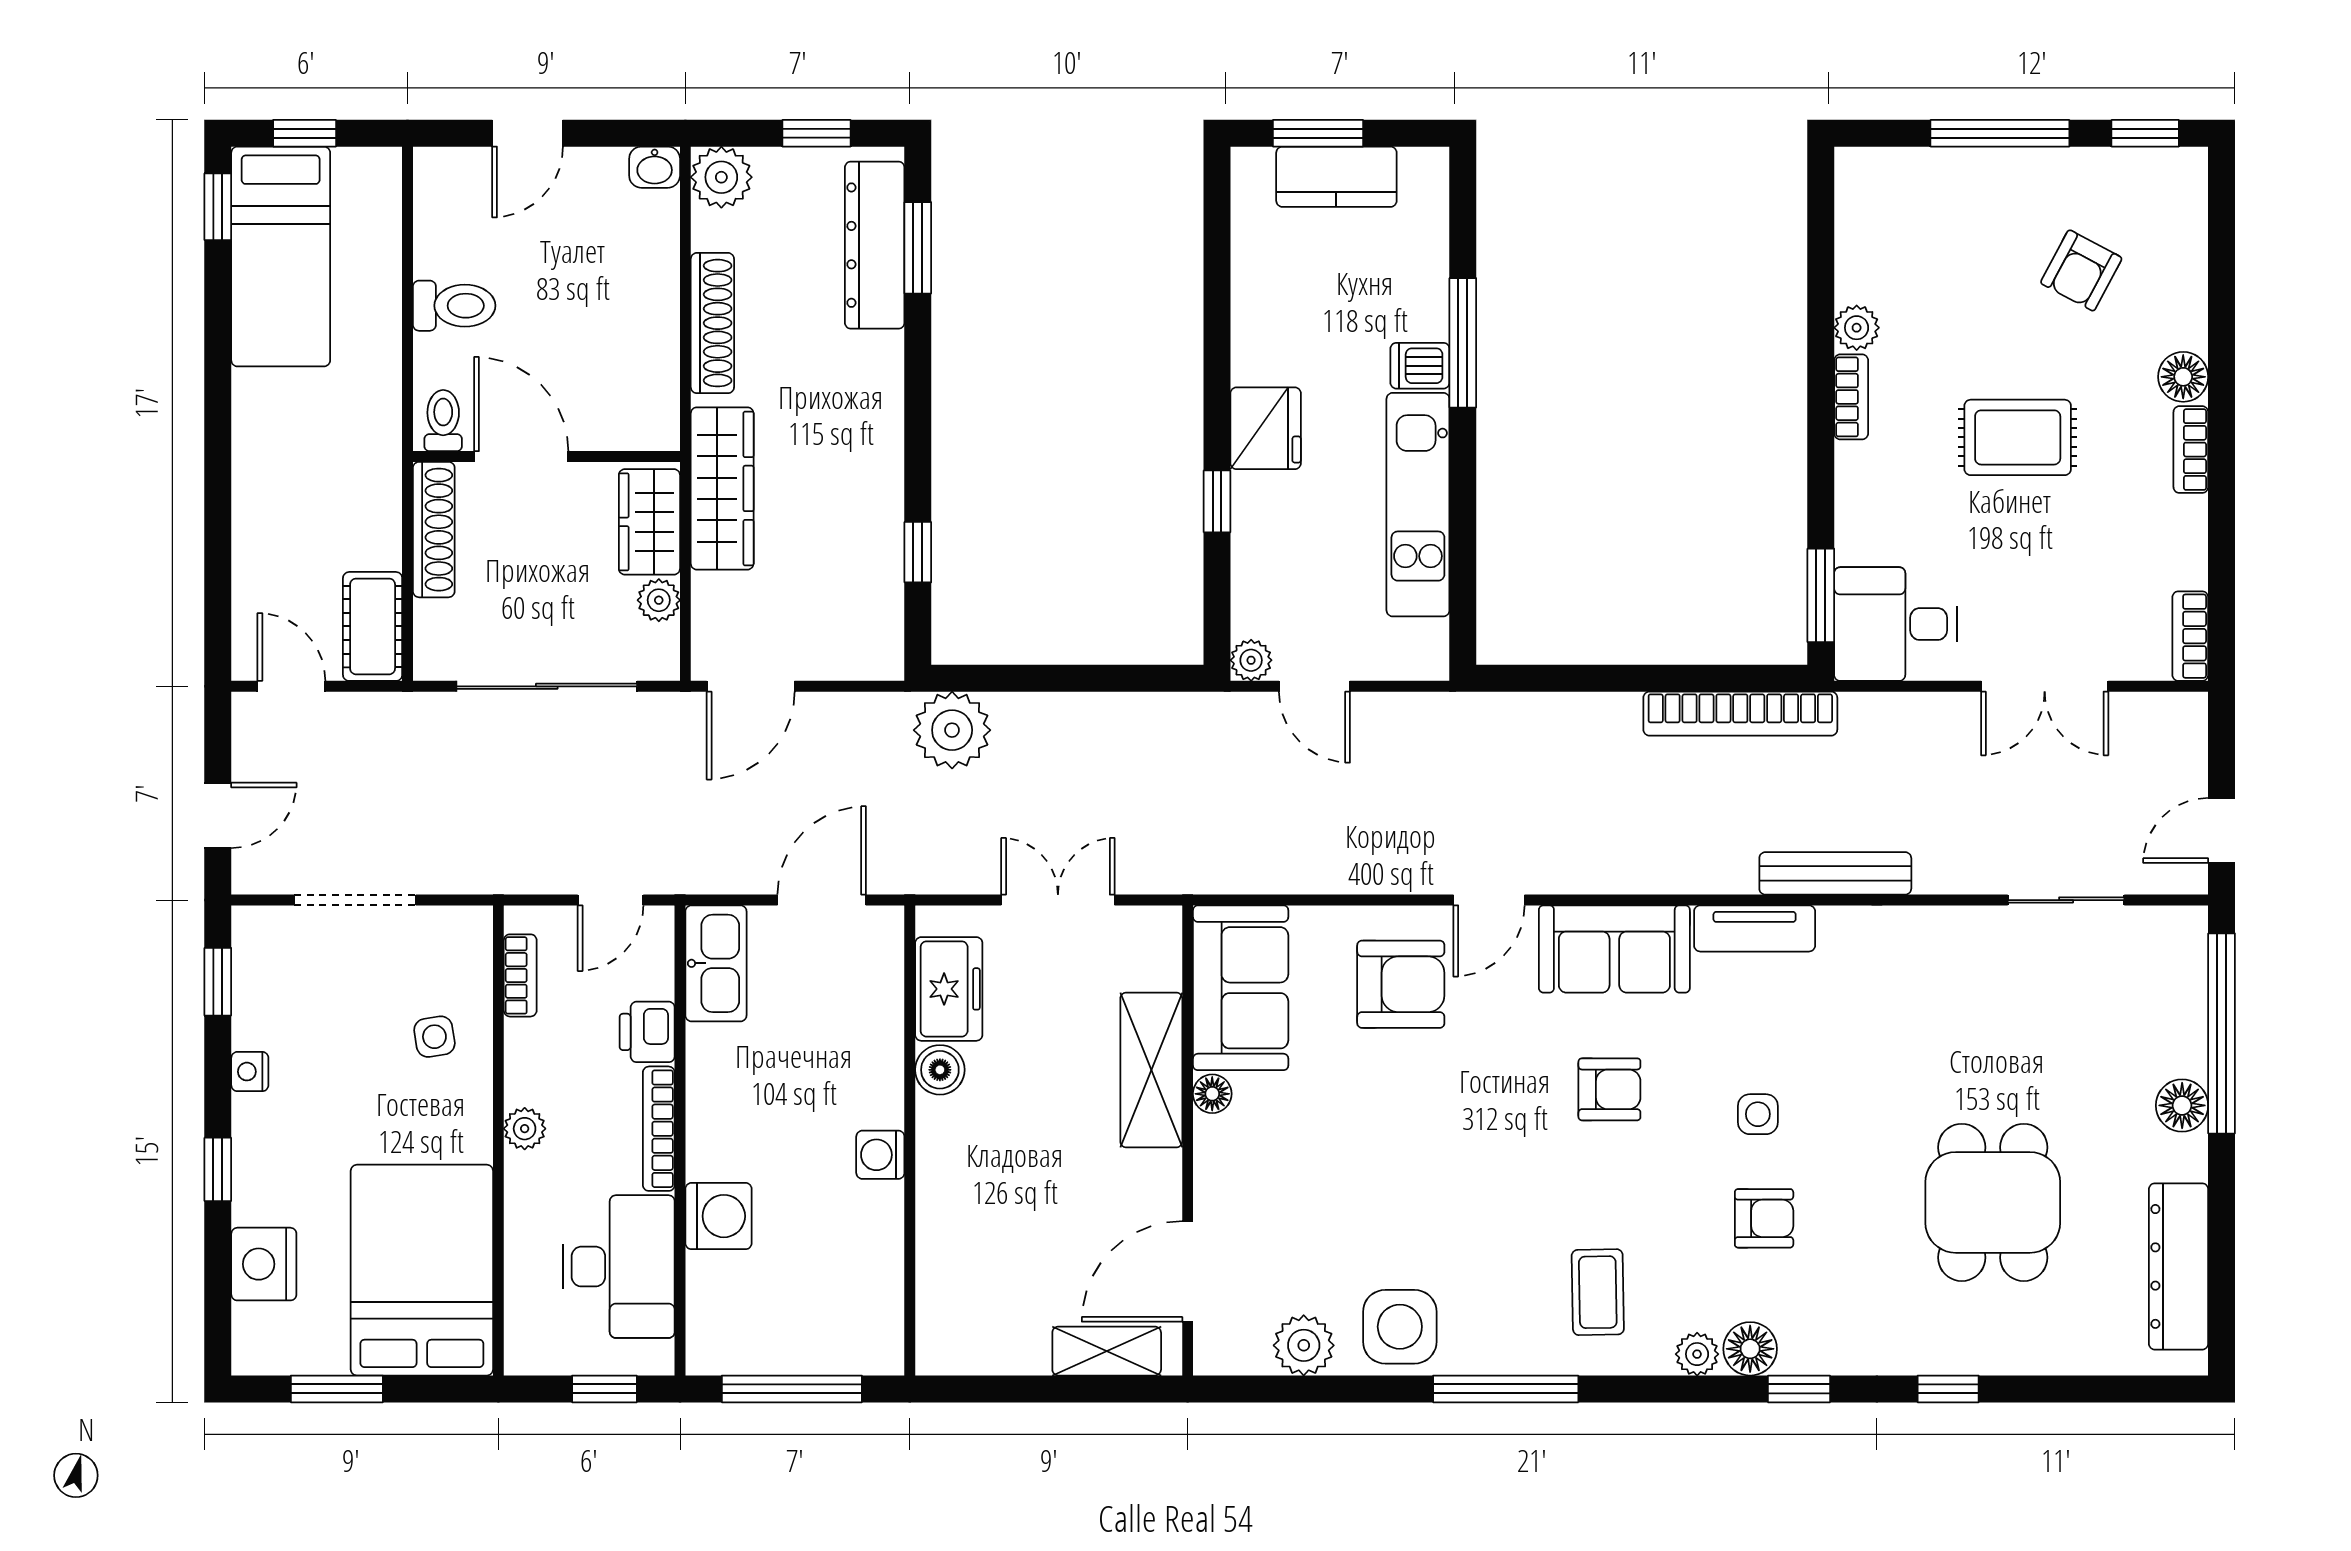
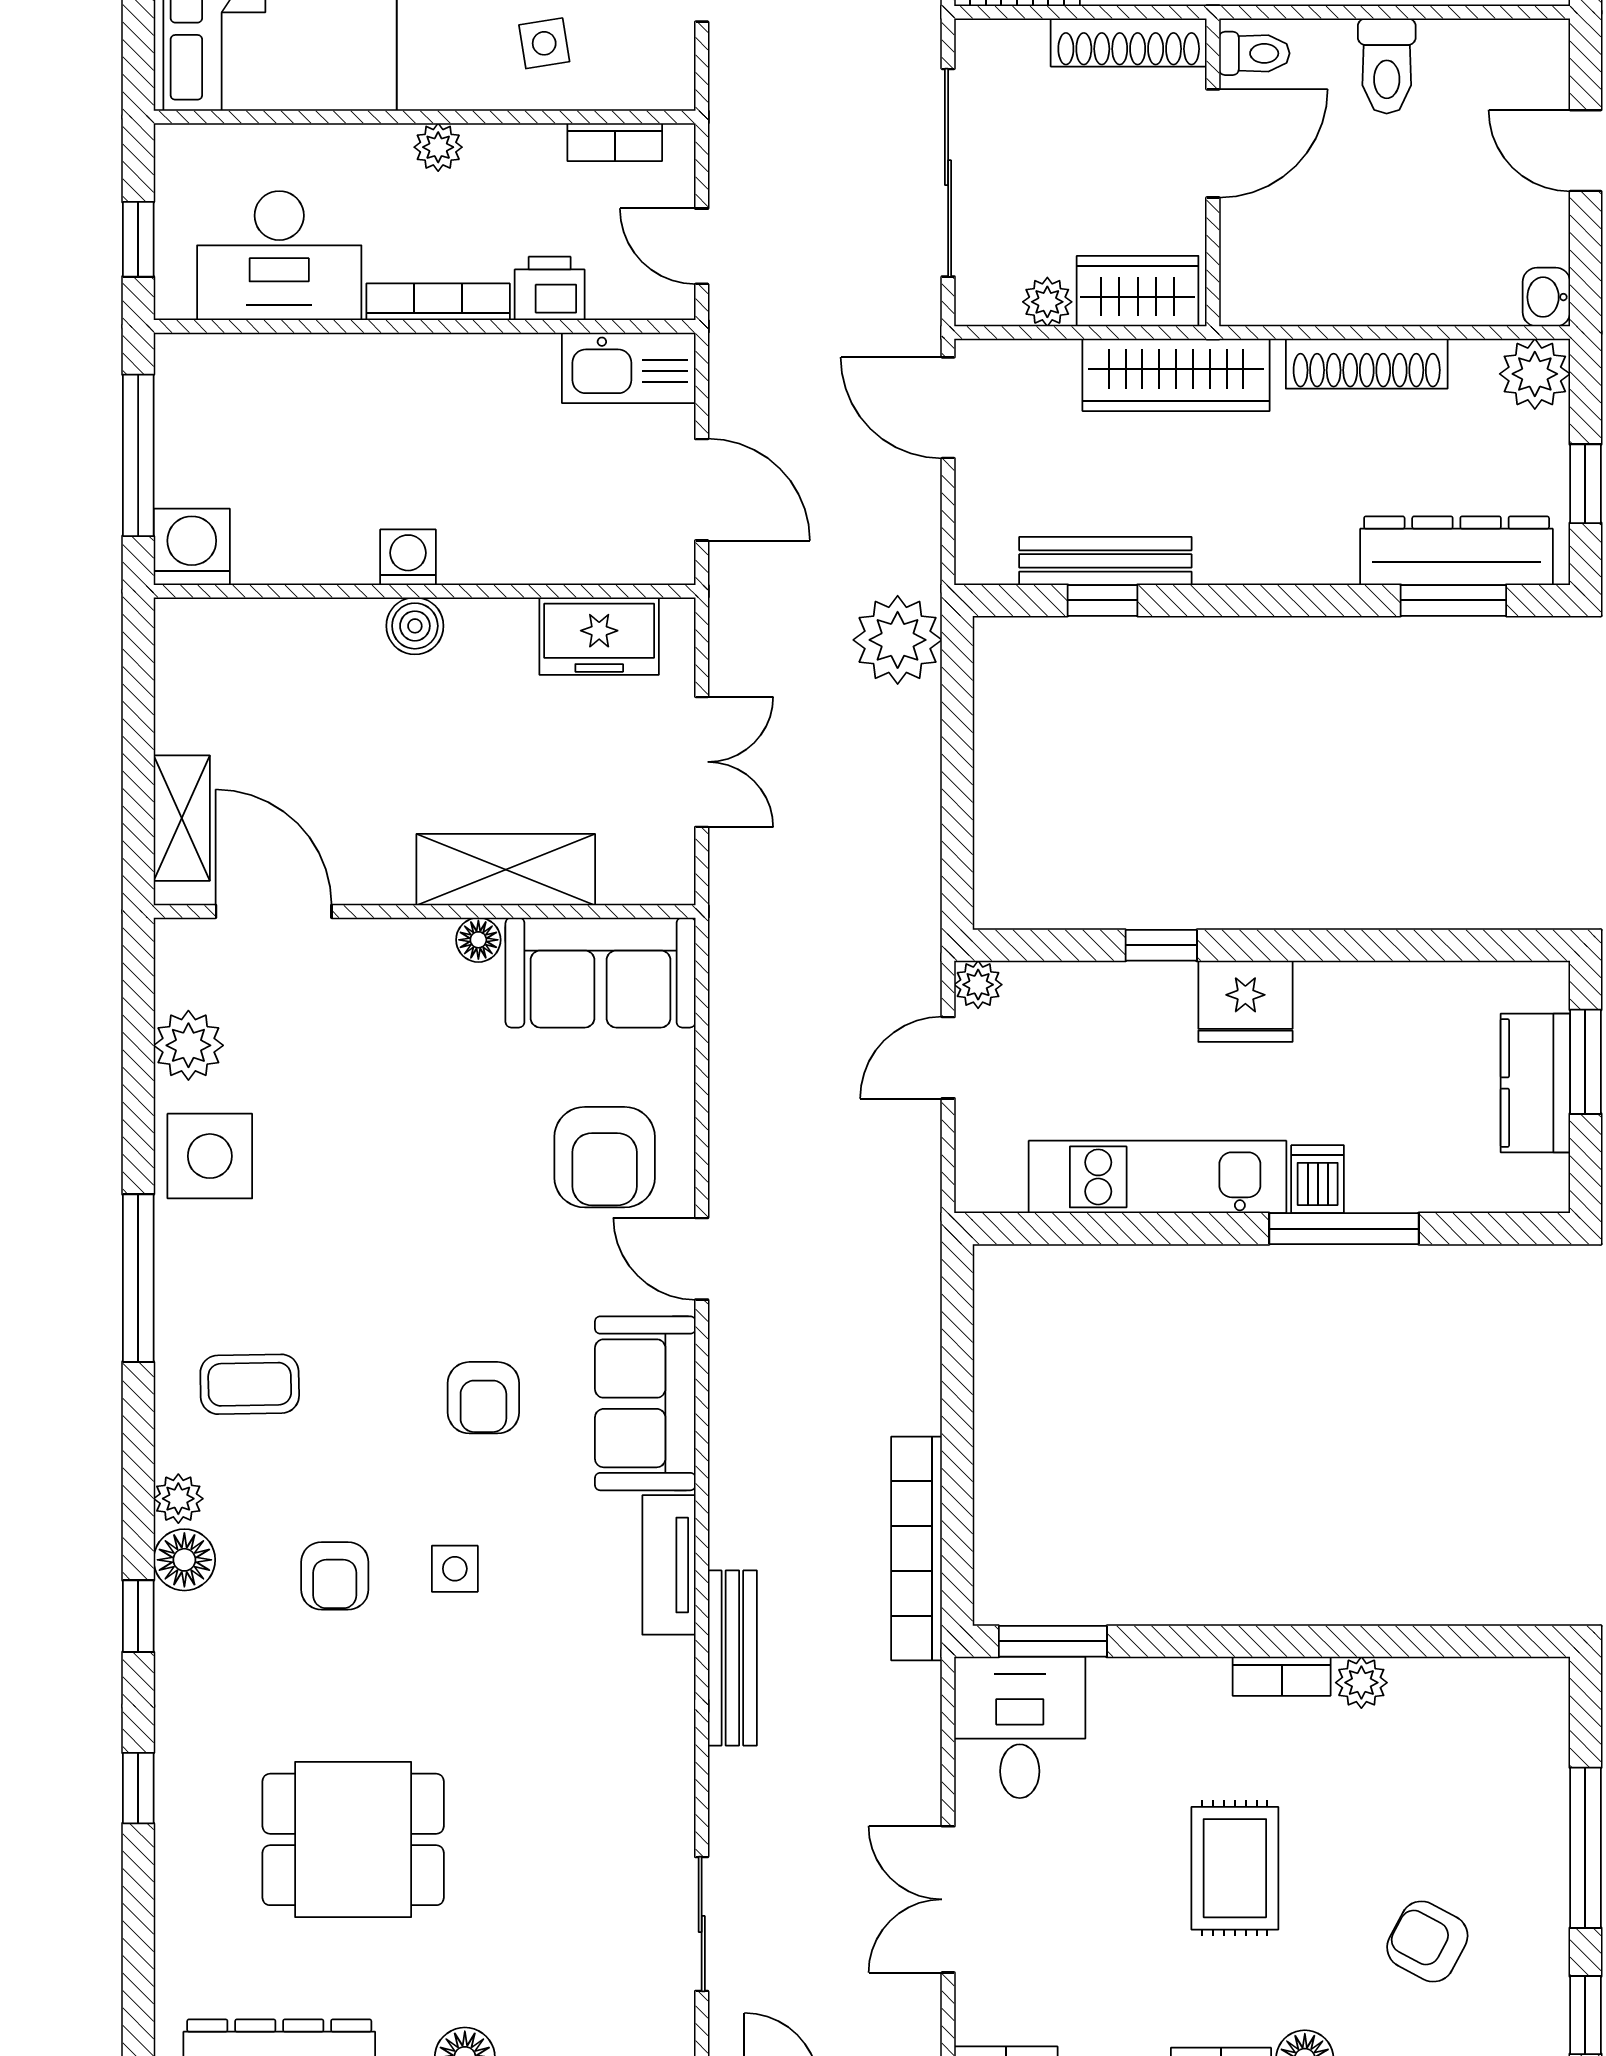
bench: (884, 550) -> (1105, 561), added
boiler: (940, 1070) -> (415, 626), moved
washing machine: (719, 1216) -> (192, 547), moved, turned 180

